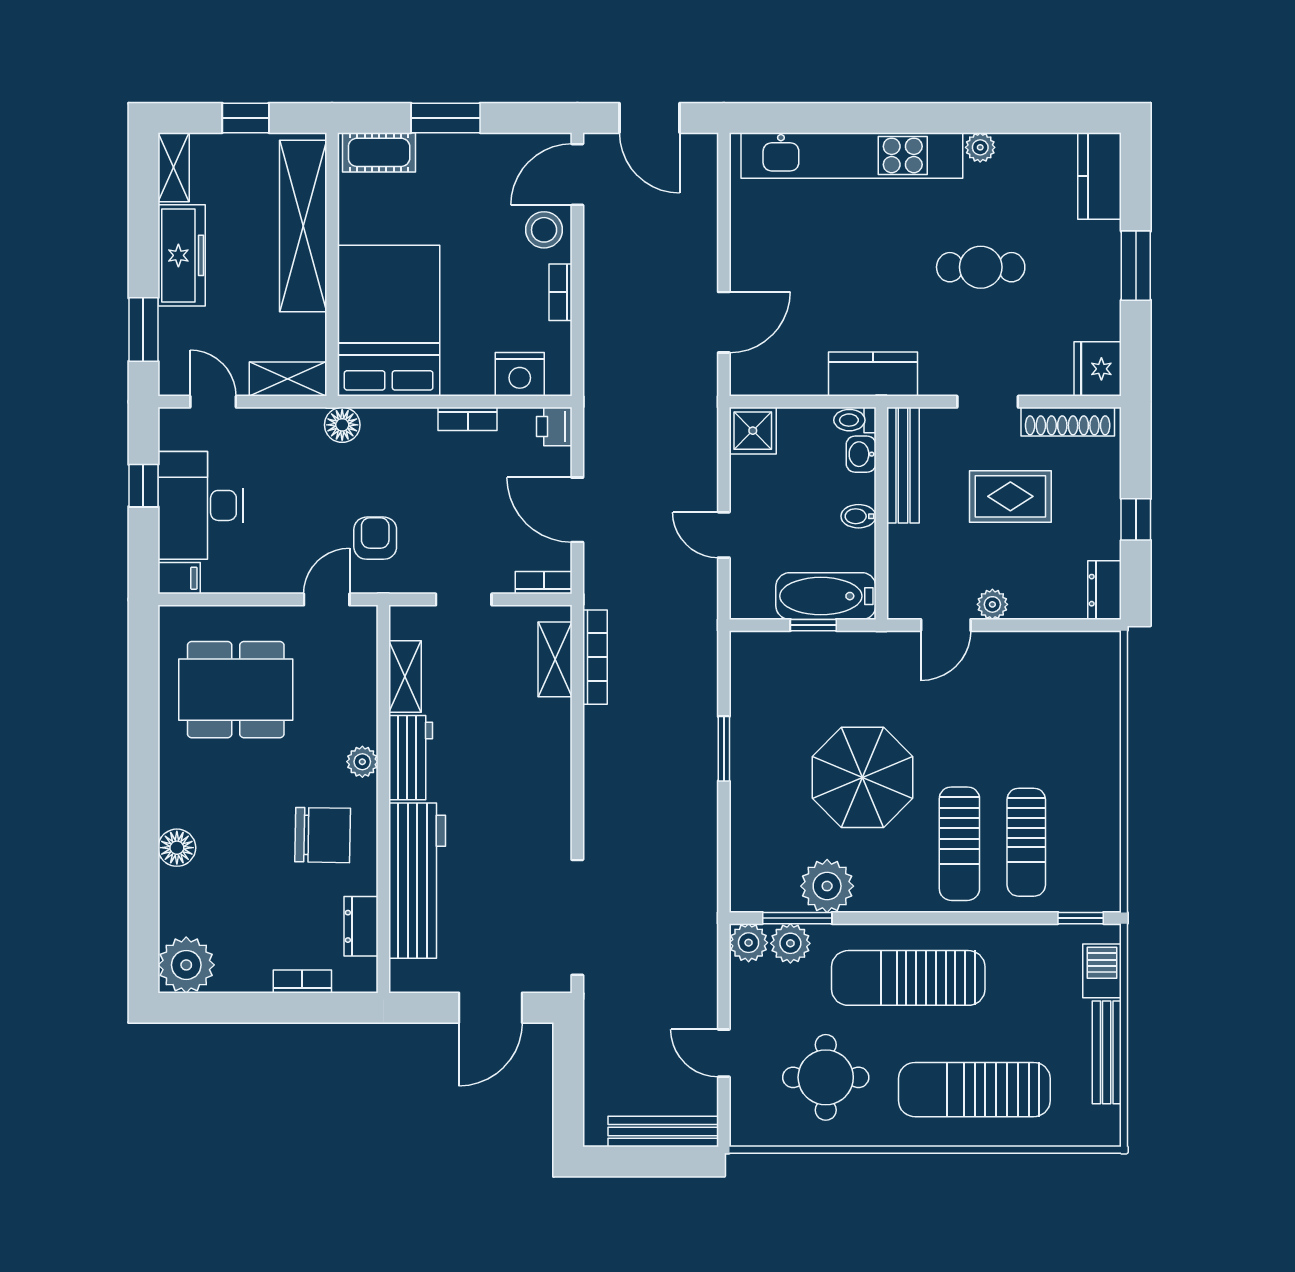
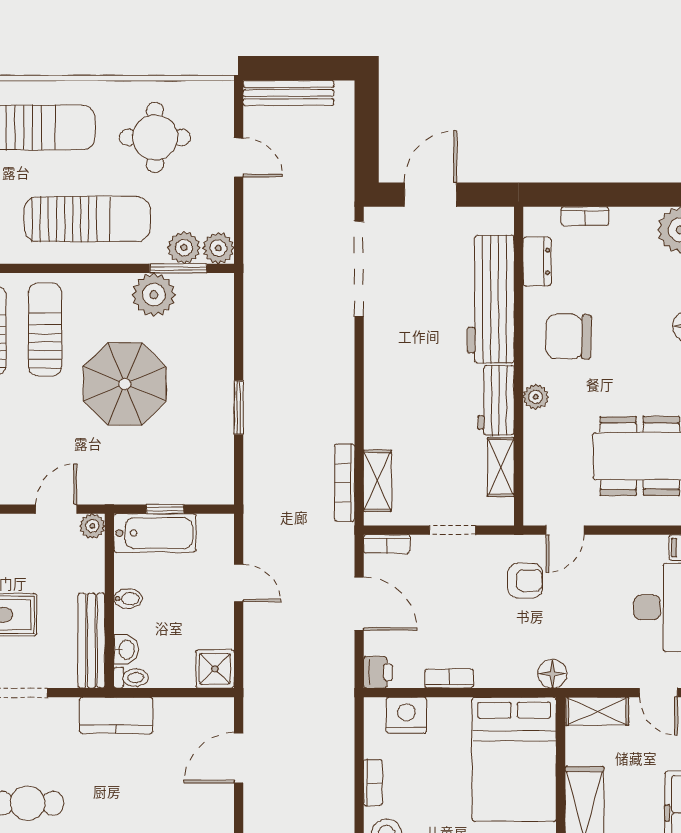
armchair: (375, 538) -> (525, 581), turned -90
plant: (992, 604) -> (92, 526), moved

